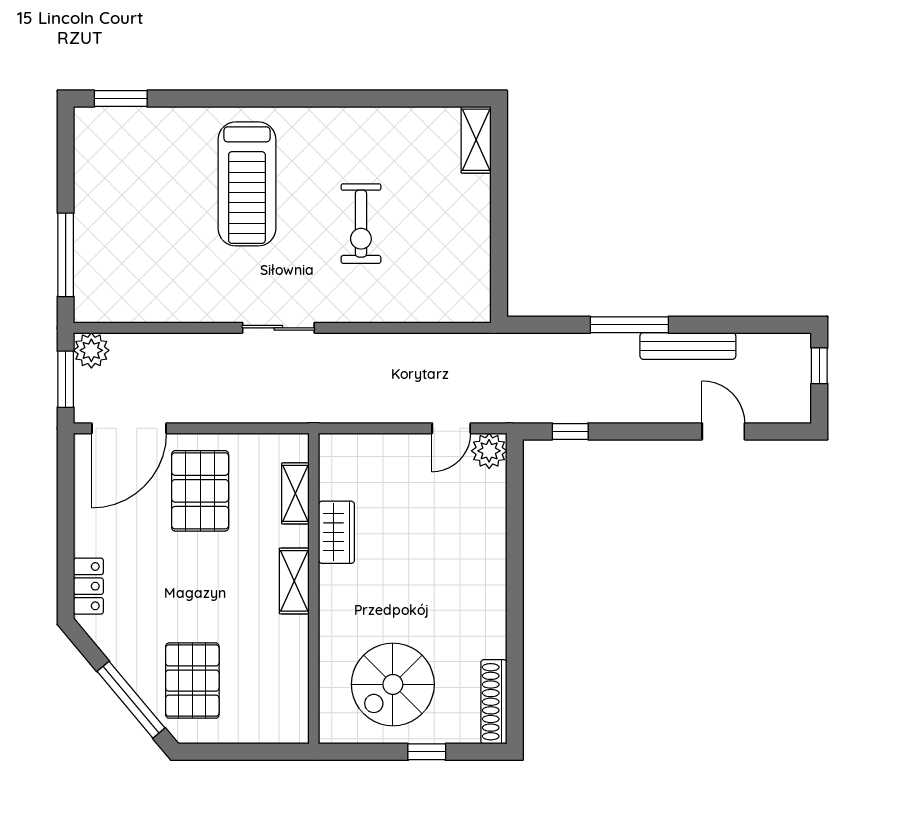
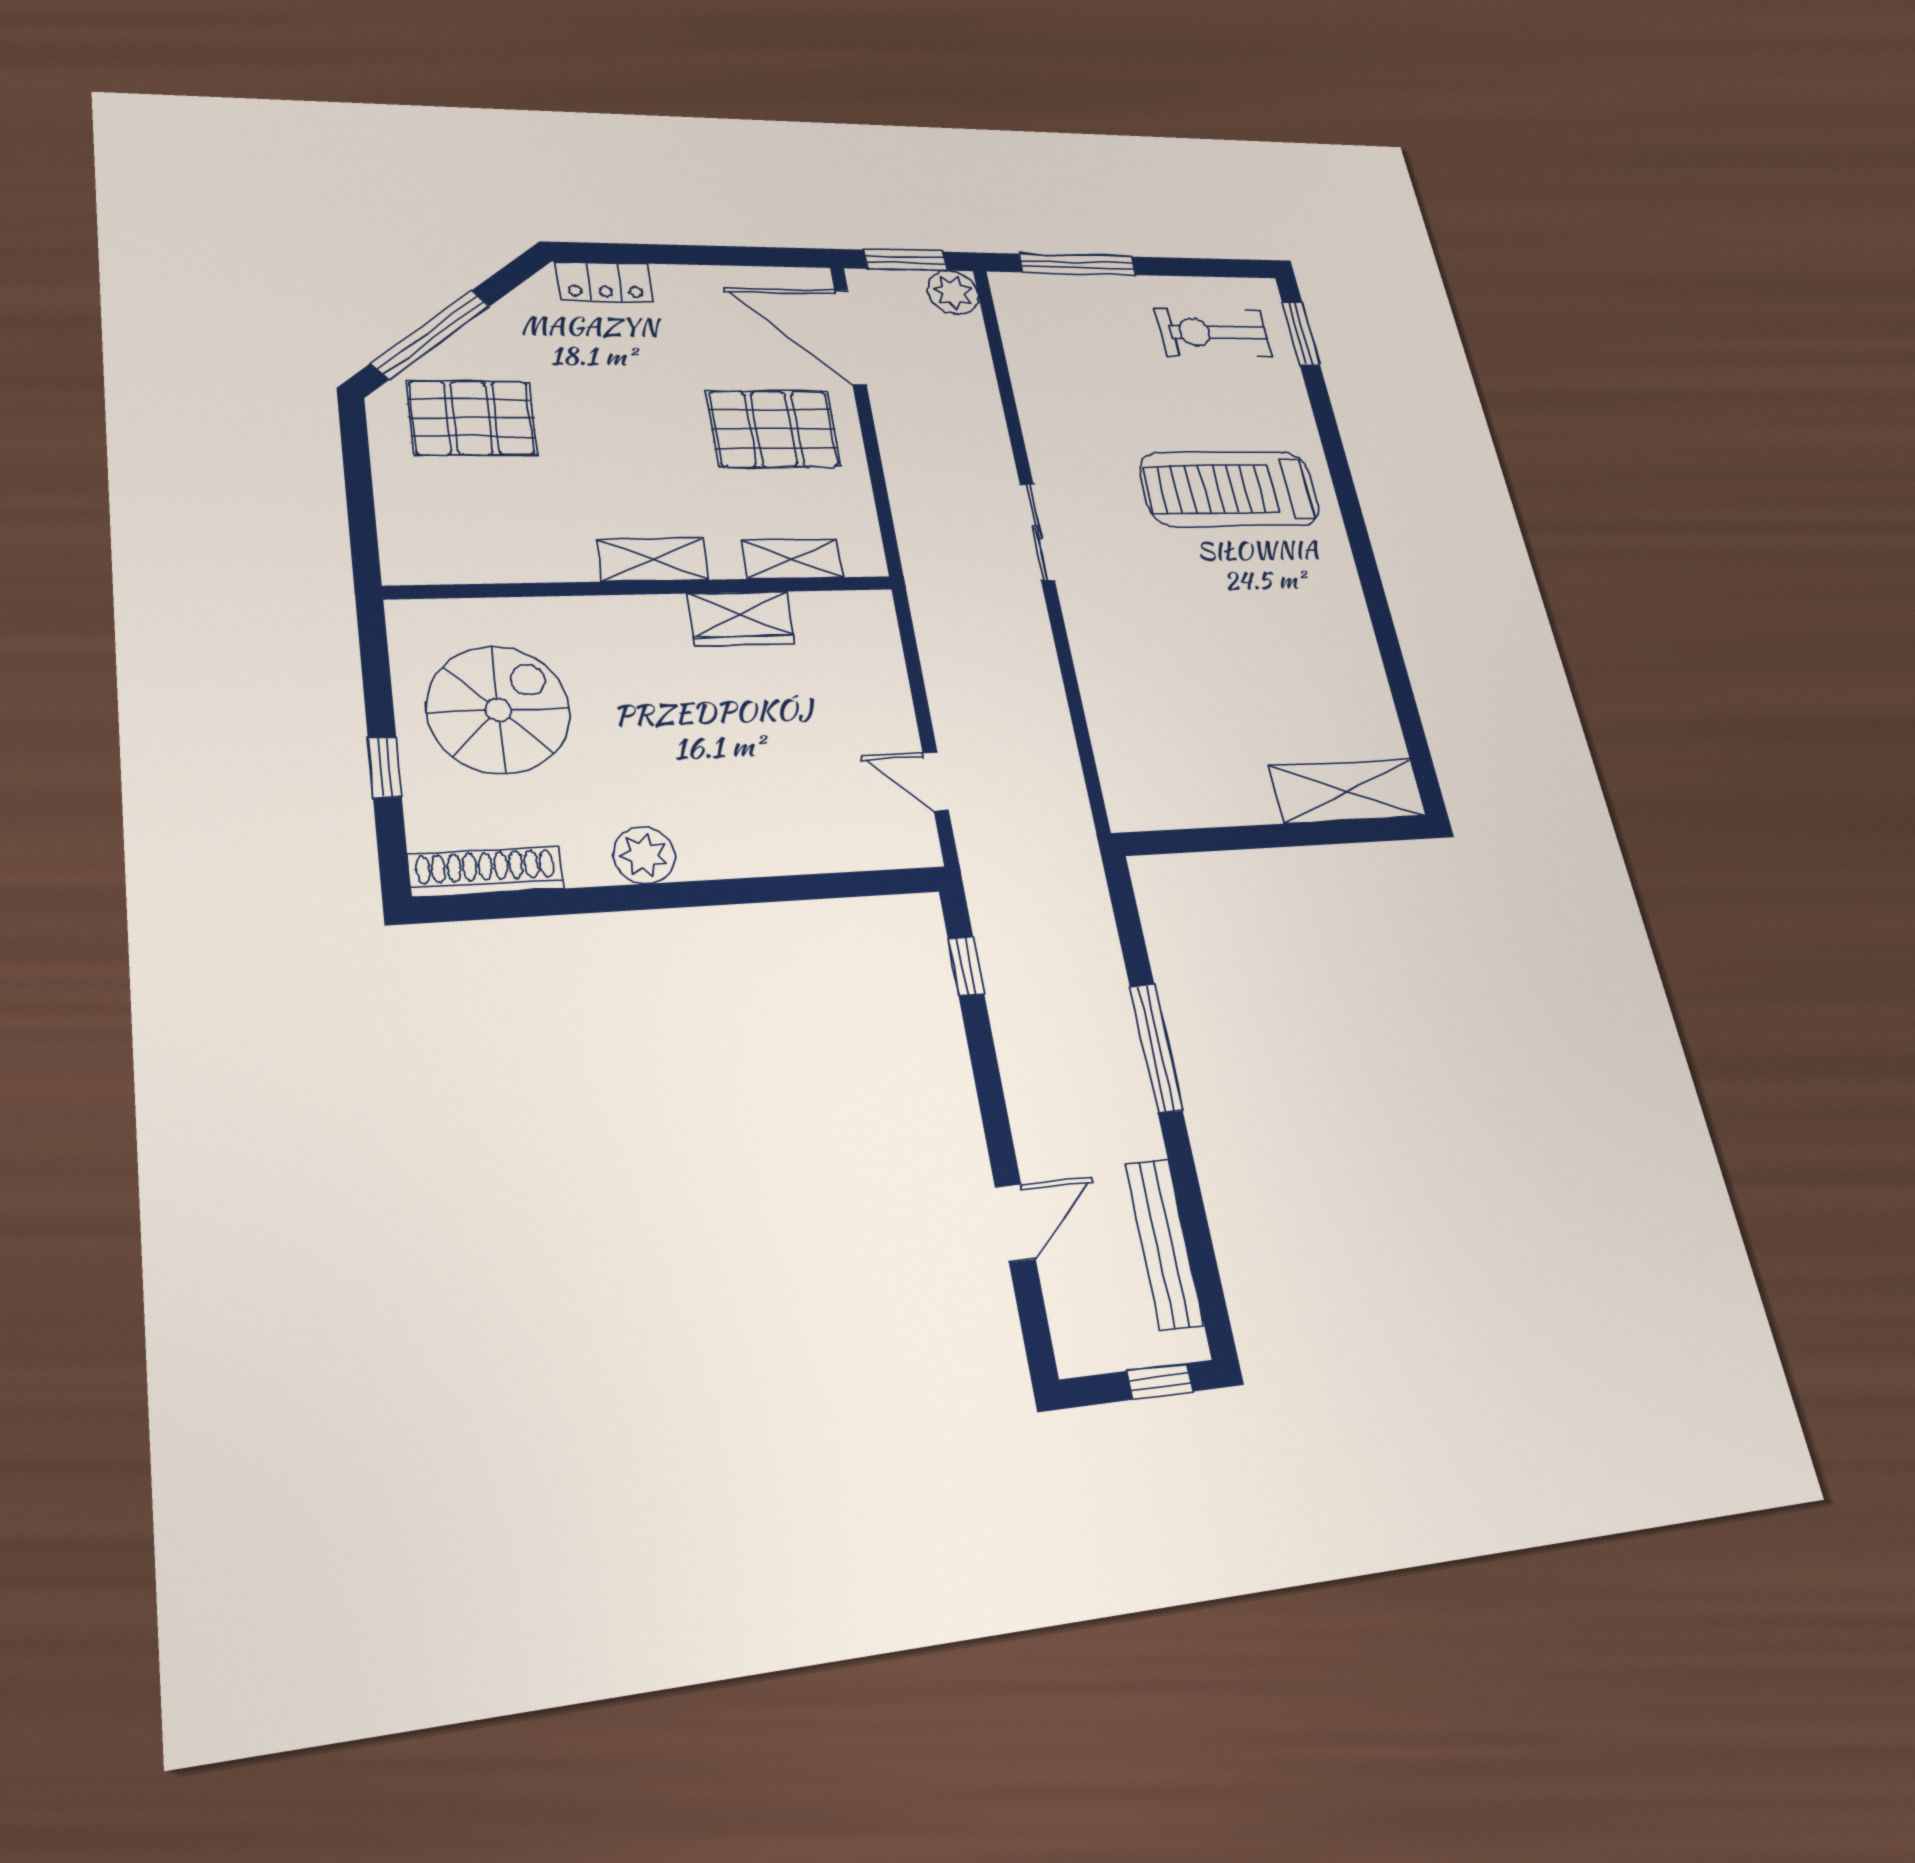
shelving: (476, 140) -> (1348, 791), width x1.50, depth x1.33
exercise bike: (361, 224) -> (1214, 332), moved
bench: (688, 346) -> (1164, 1244), moved
plant: (489, 451) -> (644, 855), moved
spiral stairs: (393, 684) -> (498, 710), turned 90

